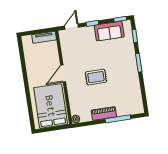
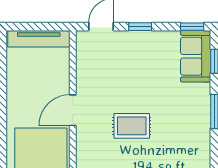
sofa: (109, 31) -> (196, 56), moved, turned 90
tv unit: (44, 37) -> (39, 39), width x1.41

